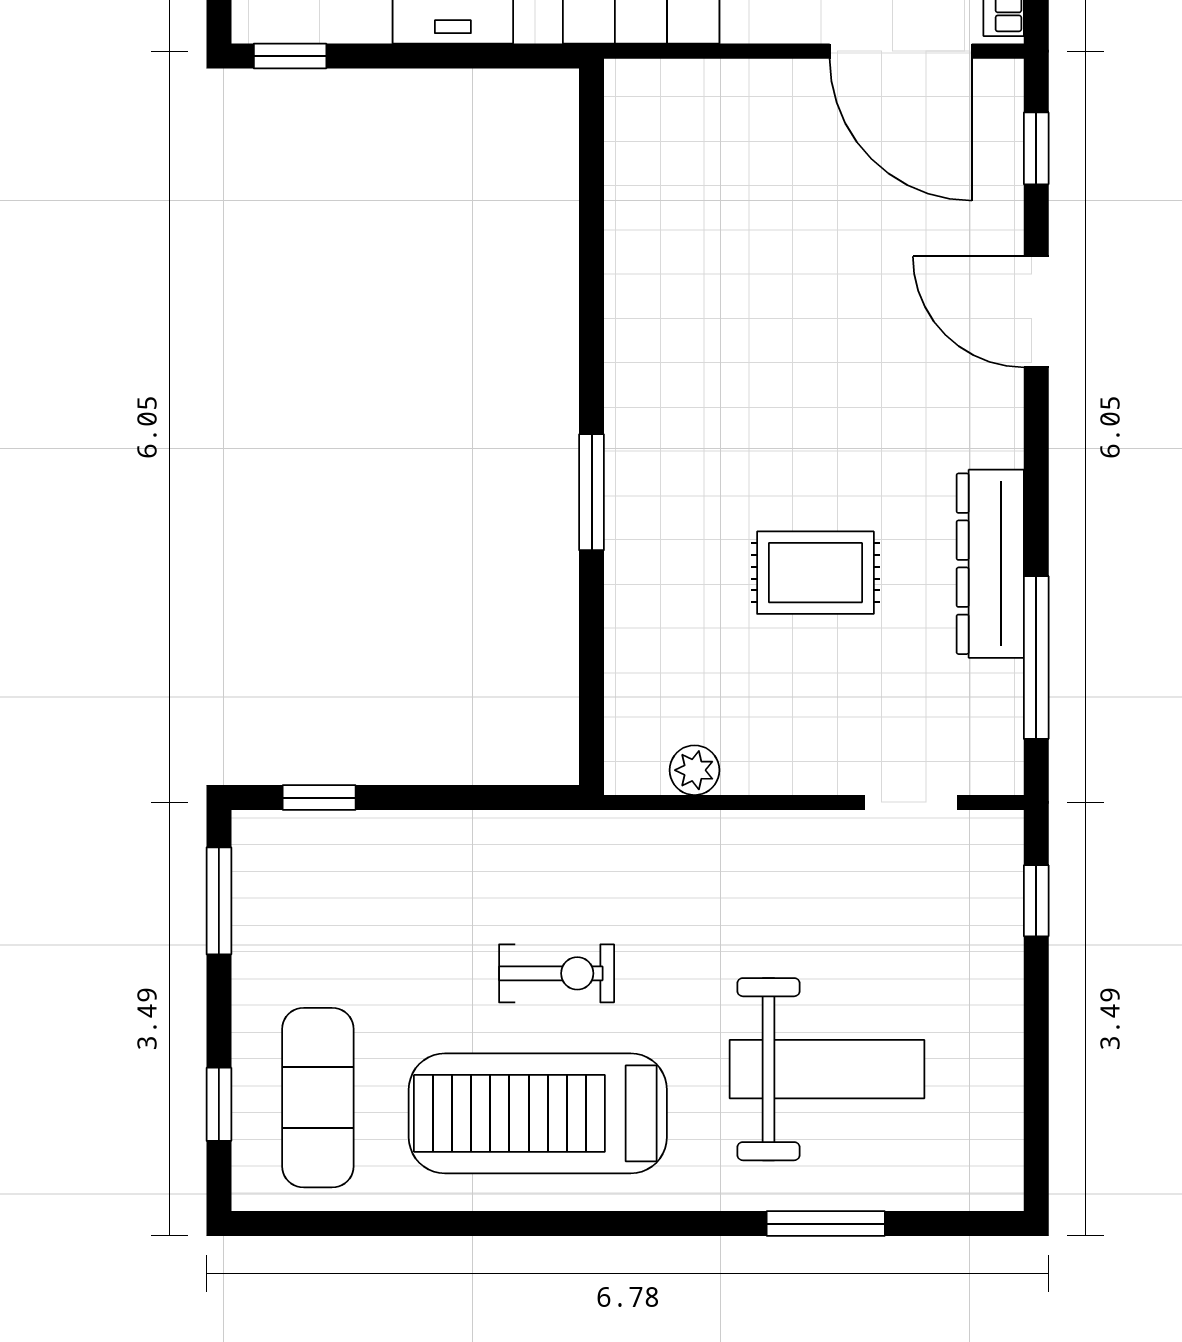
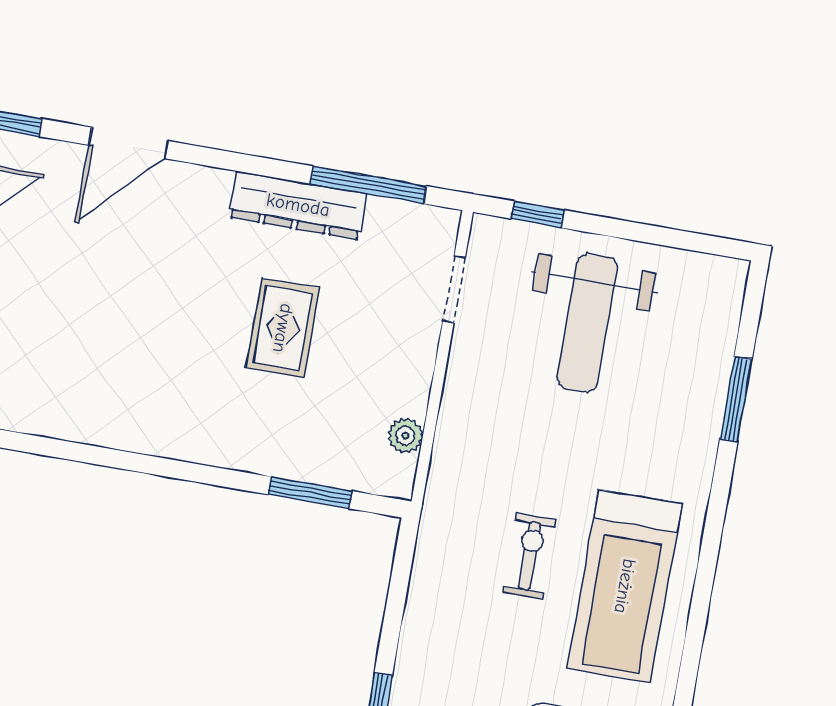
window: (592, 492) -> (310, 493), moved
weight bench: (827, 1069) -> (587, 323), moved, turned 180

